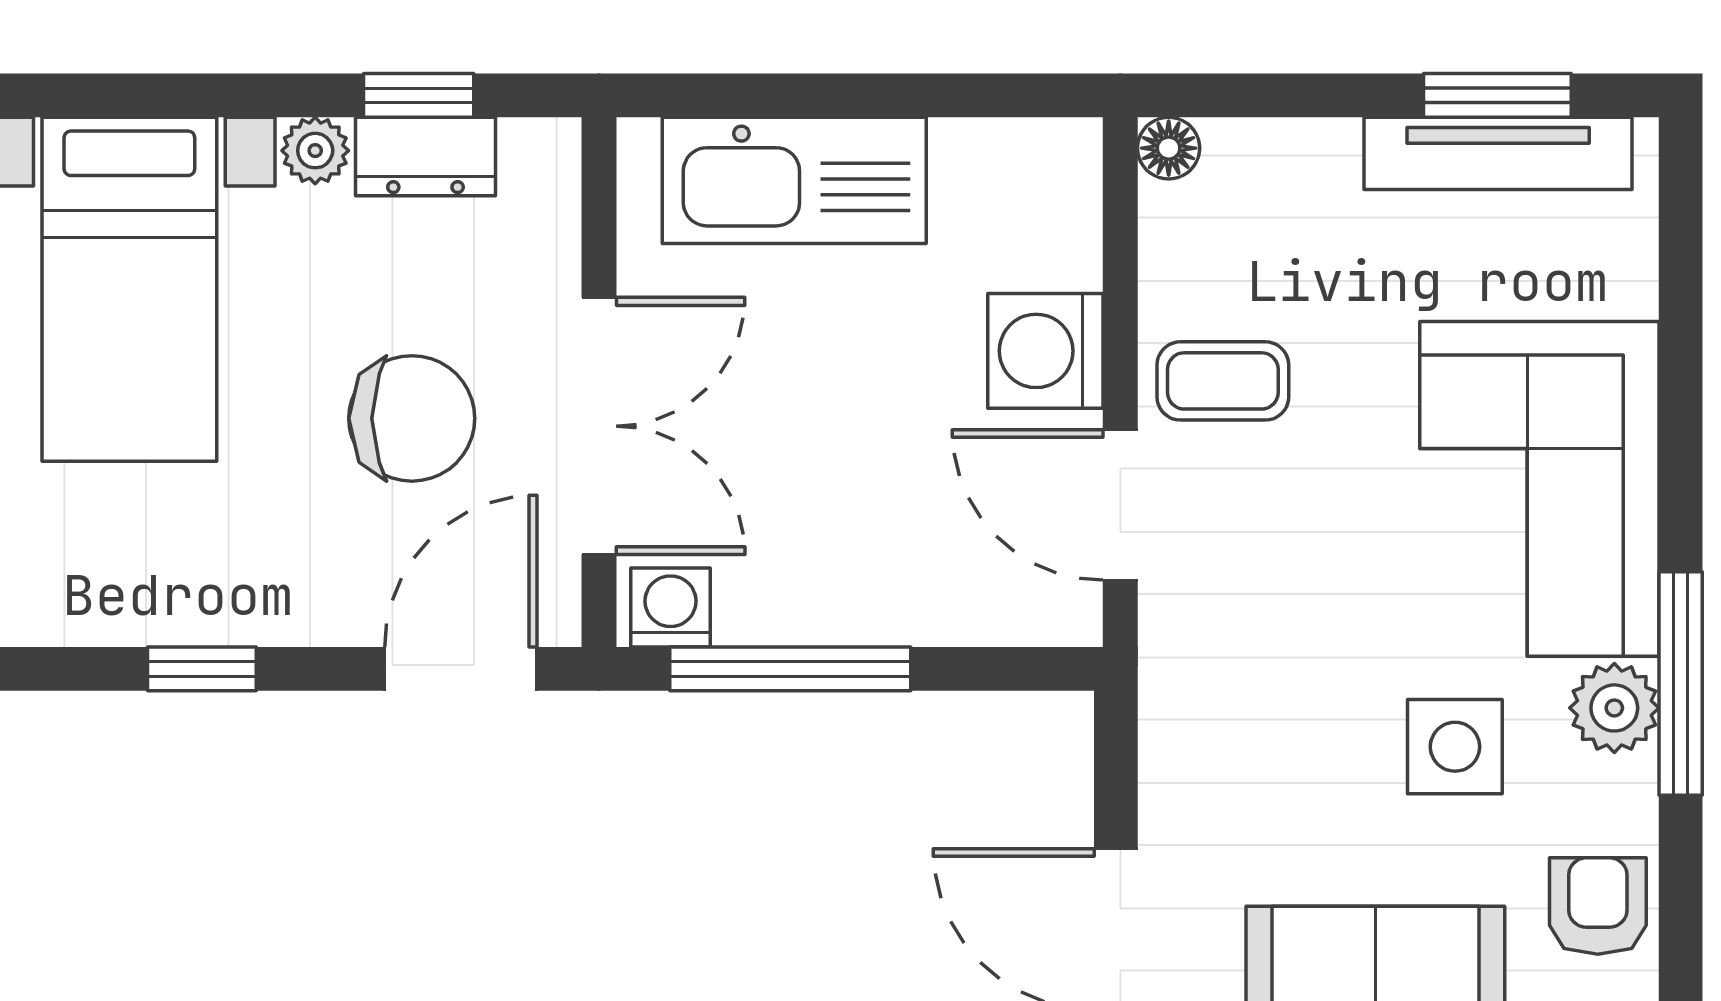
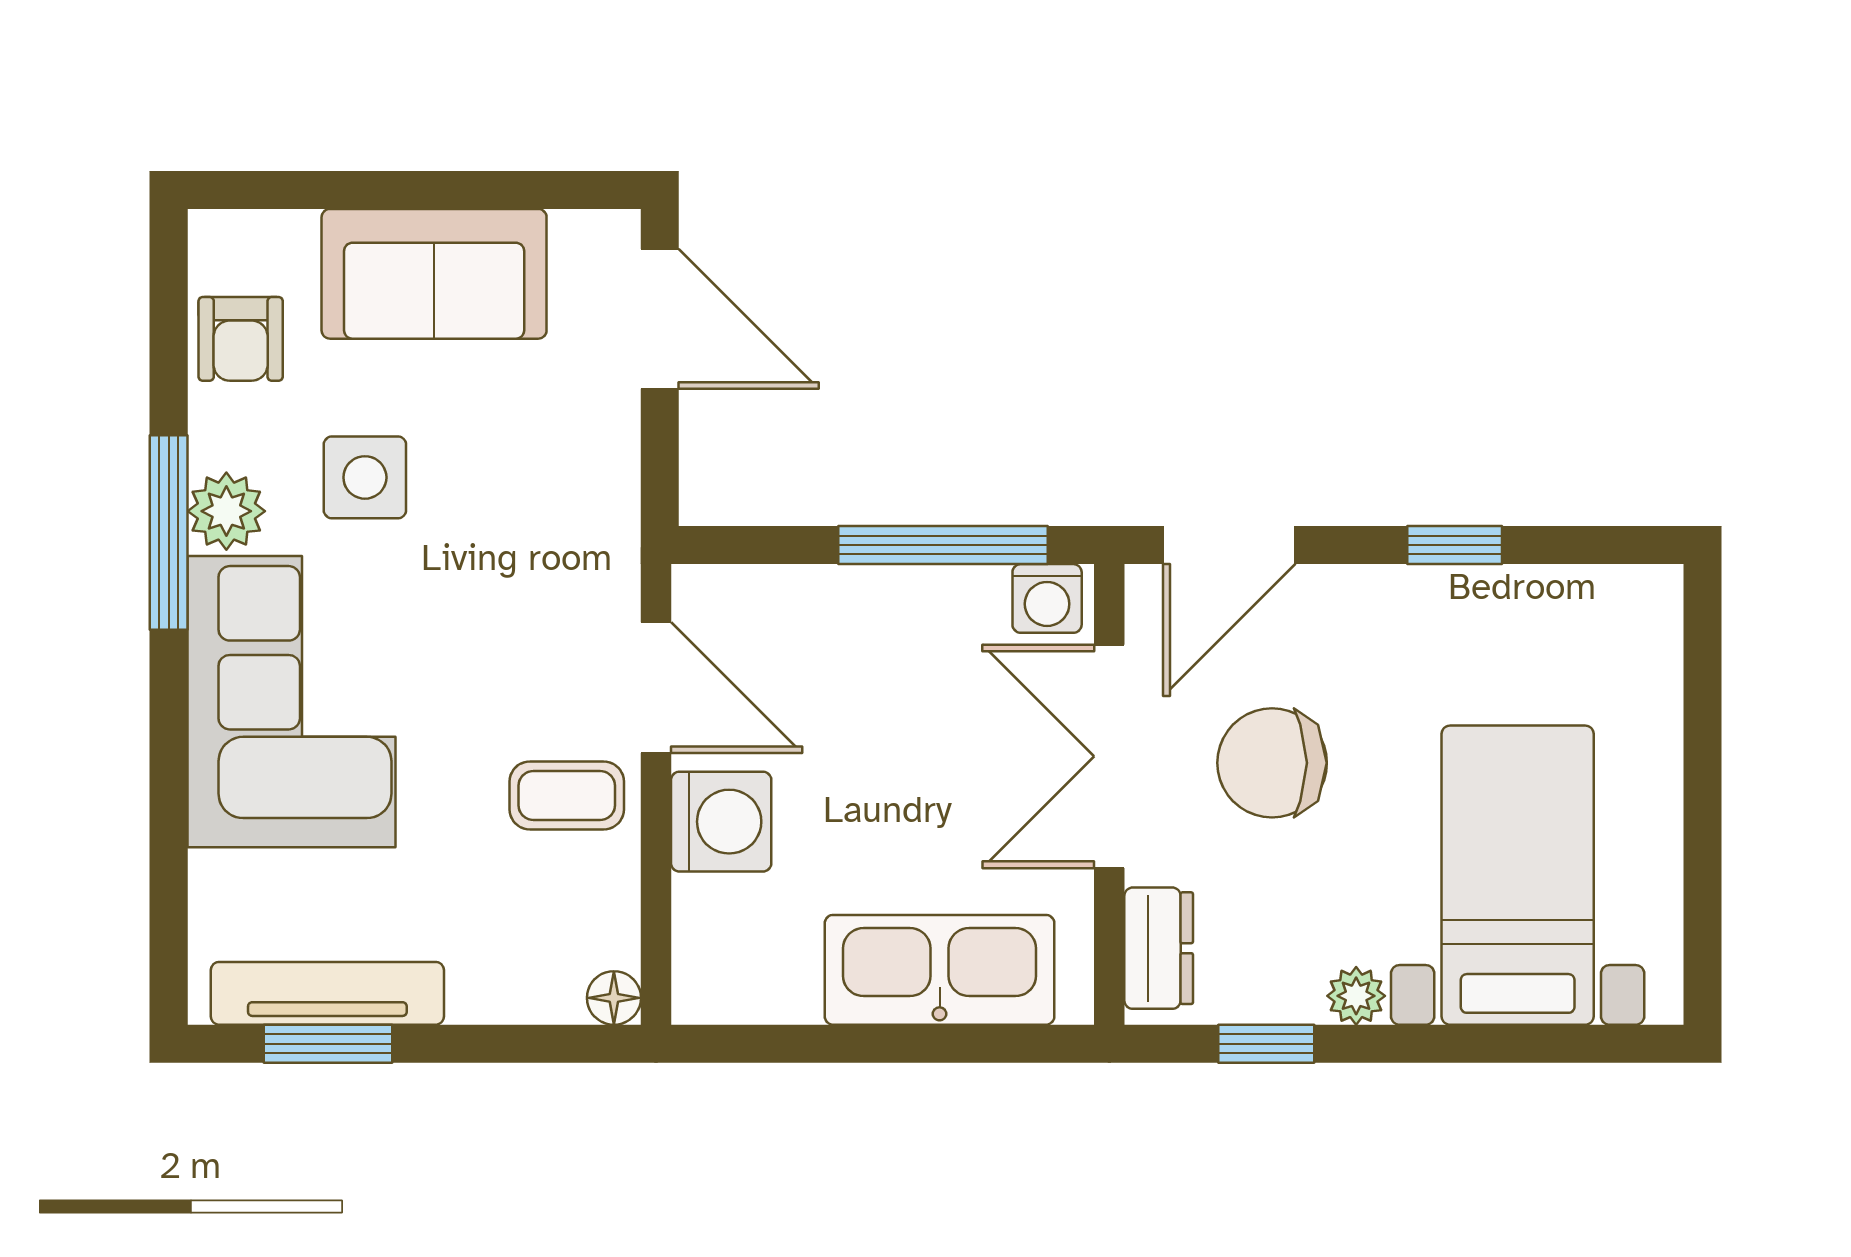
dresser: (425, 156) -> (1159, 948), moved, turned 90

